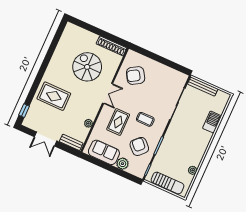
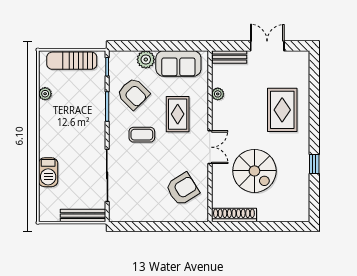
double door: (108, 93) -> (210, 147), swing flipped
rug: (54, 96) -> (282, 110), turned 90
window: (24, 111) -> (314, 164), moved

